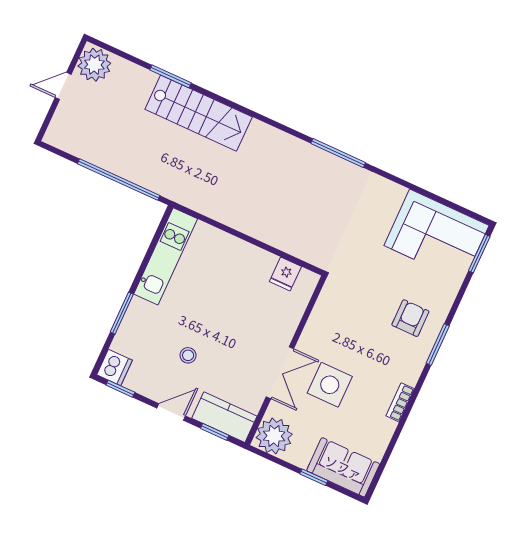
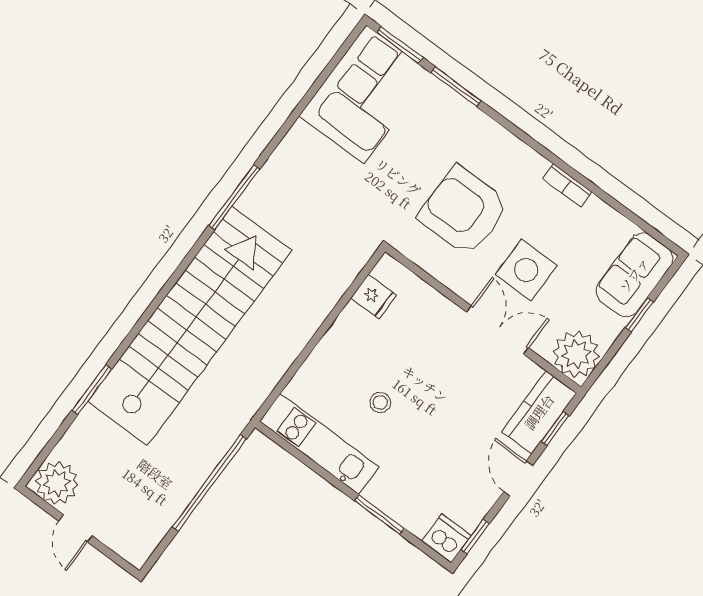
stairs: (199, 113) -> (190, 326), width x1.86, depth x1.51
armchair: (410, 318) -> (464, 211), moved, width x1.88, depth x1.88
window: (438, 345) -> (456, 87), moved
stool: (188, 355) -> (380, 402), moved

